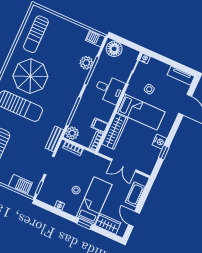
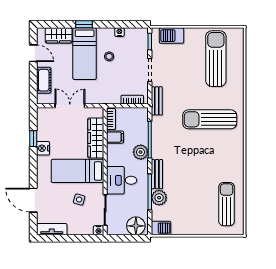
parasol: (30, 76) -> (212, 157), removed
bench: (80, 82) -> (157, 174), added
plant: (72, 133) -> (141, 152), moved

